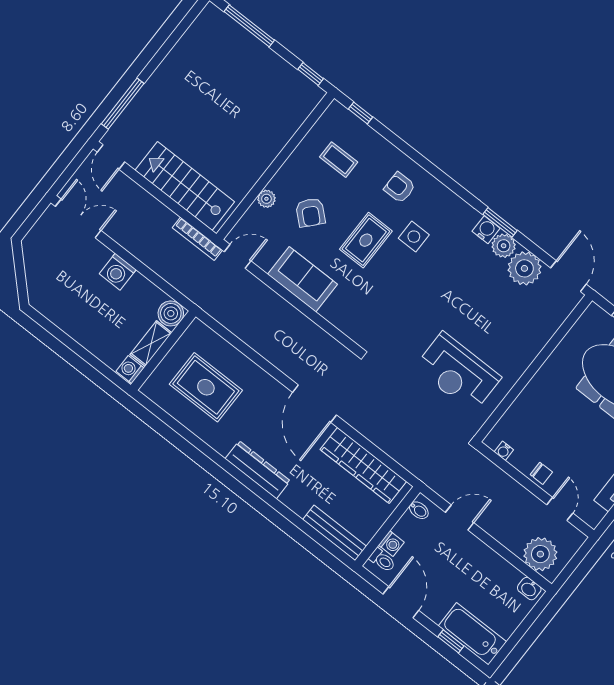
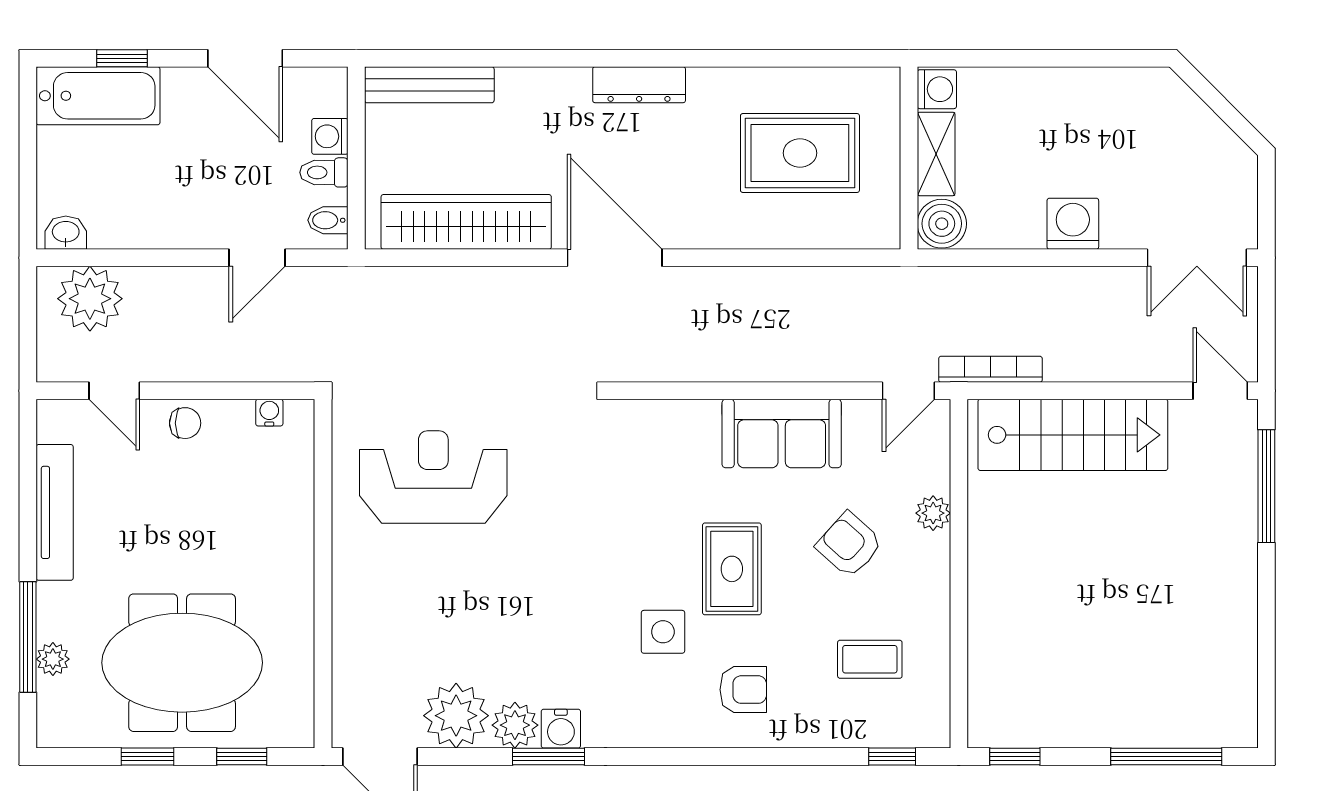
dresser: (258, 470) -> (639, 85), width x0.73, depth x0.80
chair: (541, 473) -> (185, 423), turned 180
toilet: (382, 560) -> (324, 172), moved

